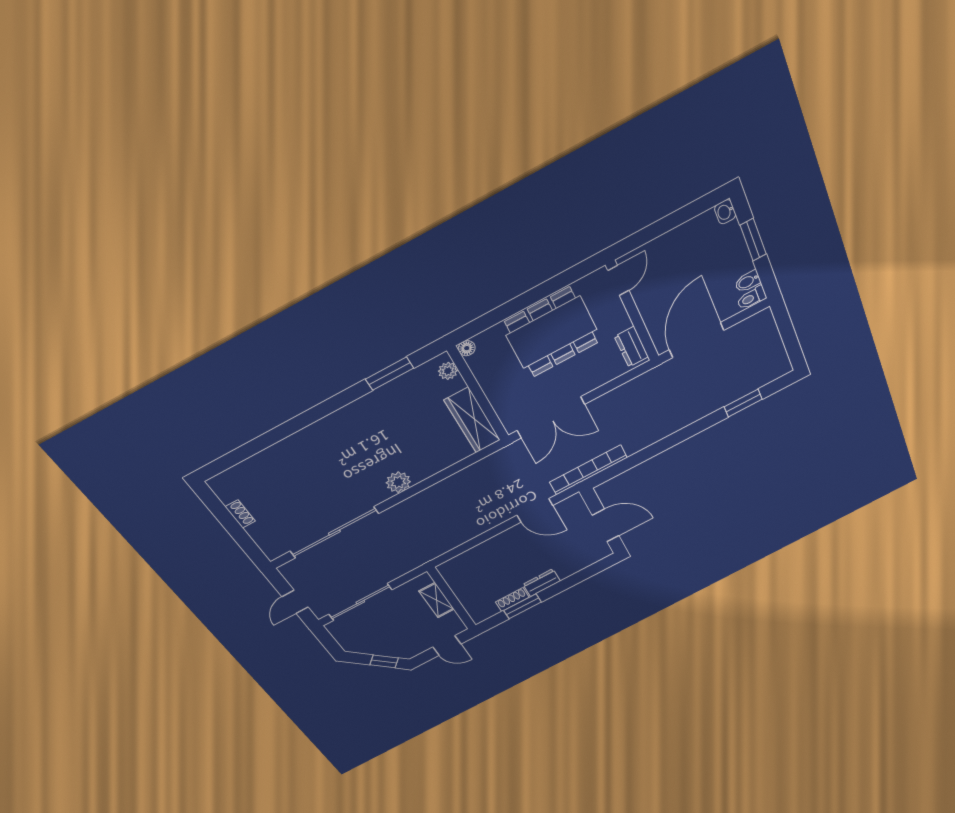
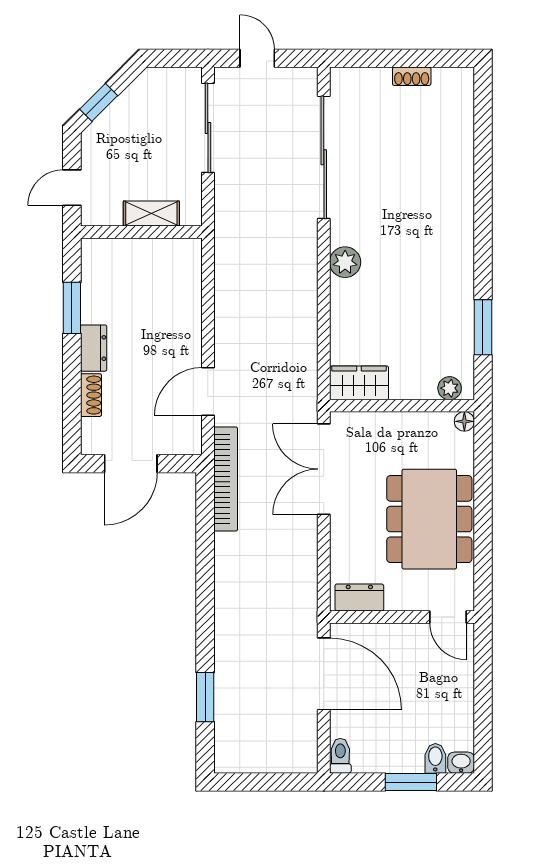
bidet: (748, 281) -> (435, 758), moved
wardrobe: (472, 420) -> (359, 383), width x0.67
shoe rack: (512, 600) -> (91, 395), moved

